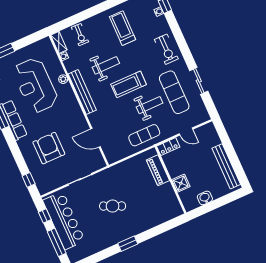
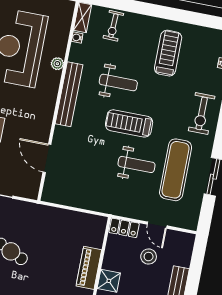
exercise mat: (144, 135) -> (106, 195), removed
stool: (194, 153) -> (149, 257), added
piano: (158, 170) -> (89, 268), moved

